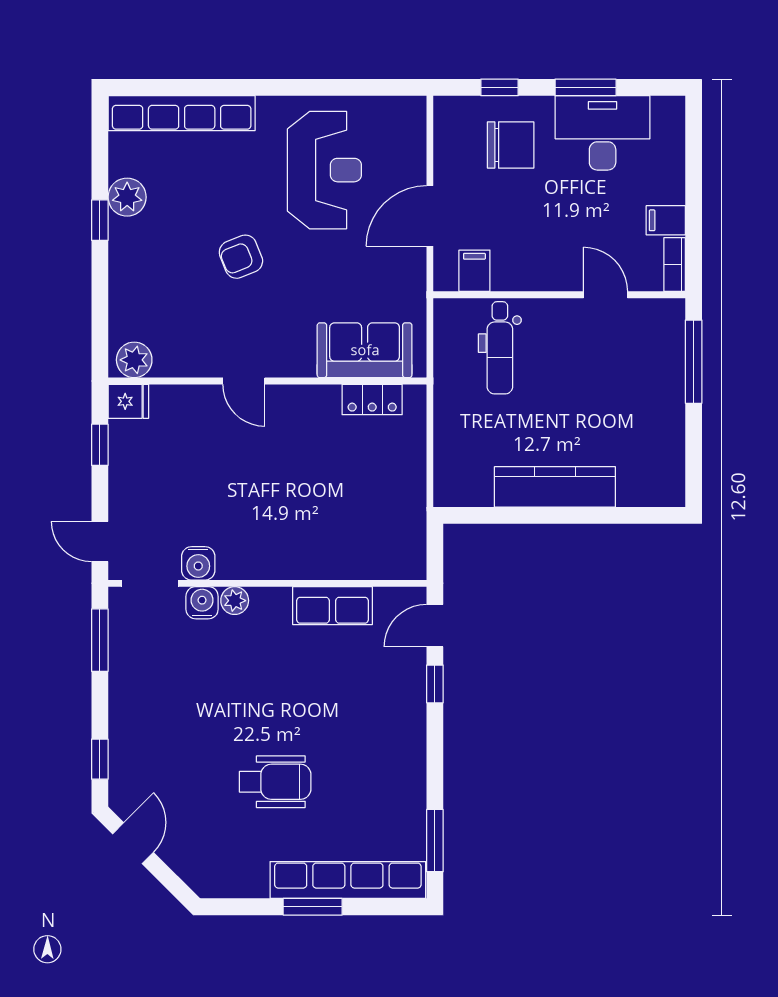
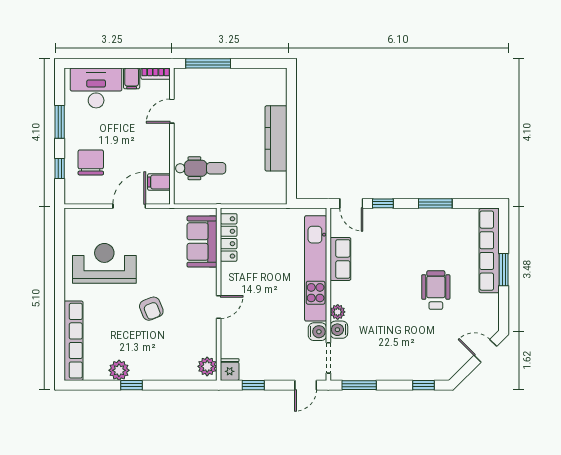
desk: (603, 133) -> (96, 88), moved, turned 90
door: (430, 216) -> (129, 206), swing flipped
locker: (372, 399) -> (229, 237), width x1.53
kitchen unit: (315, 560) -> (316, 268), added
window: (435, 841) -> (435, 203), moved
door: (133, 843) -> (485, 351), moved

